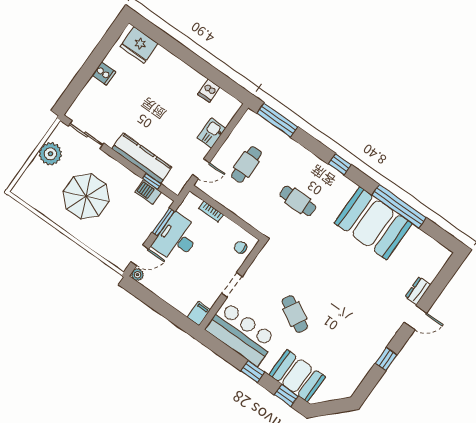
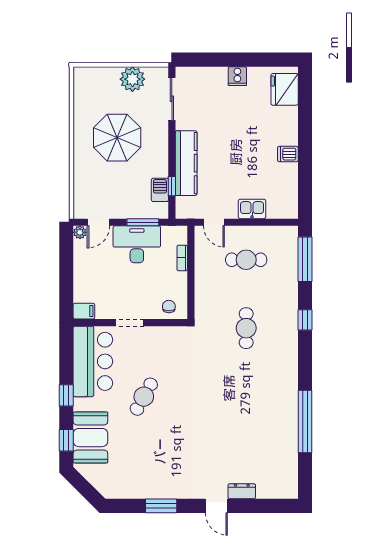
dishwasher: (209, 91) -> (288, 154), moved
window: (340, 164) -> (305, 320), moved
booth: (373, 223) -> (274, 409), removed
door: (140, 255) -> (98, 222), hinge flipped
window: (386, 359) -> (161, 506), width x1.50

